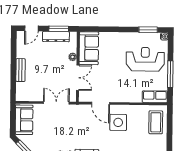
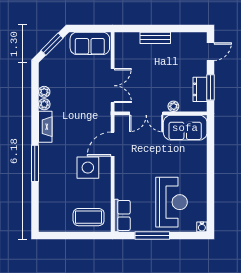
door: (31, 28) -> (210, 52), swing flipped
window: (148, 30) -> (210, 206), removed
dresser: (56, 37) -> (200, 89), width x0.70

